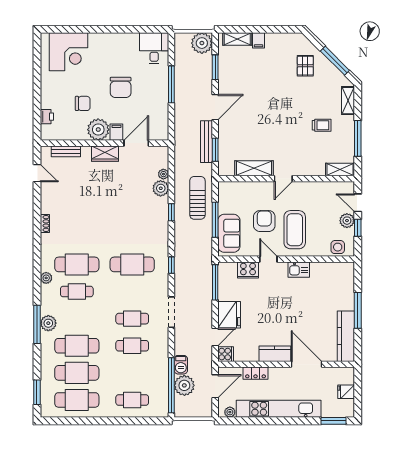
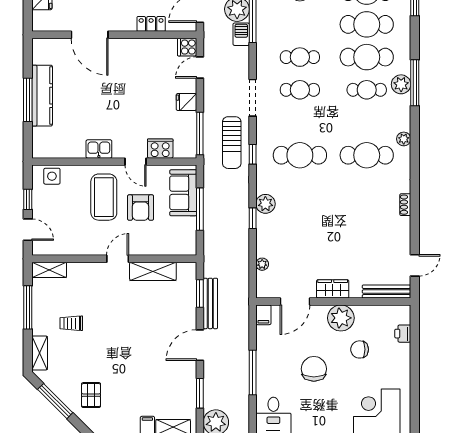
filing cabinet: (116, 132) -> (263, 315), moved
bench: (66, 151) -> (386, 292), width x1.36
door: (37, 173) -> (415, 265), swing flipped
plant: (161, 188) -> (265, 204), moved
sun lounger: (197, 198) -> (232, 143), moved
plant: (347, 221) -> (41, 208), removed
cafe table: (77, 292) -> (367, 90), moved
fridge: (229, 315) -> (186, 102), width x0.53, depth x0.75
kitchen counter: (346, 336) -> (42, 96), moved
kitchen counter: (275, 354) -> (128, 48), removed

